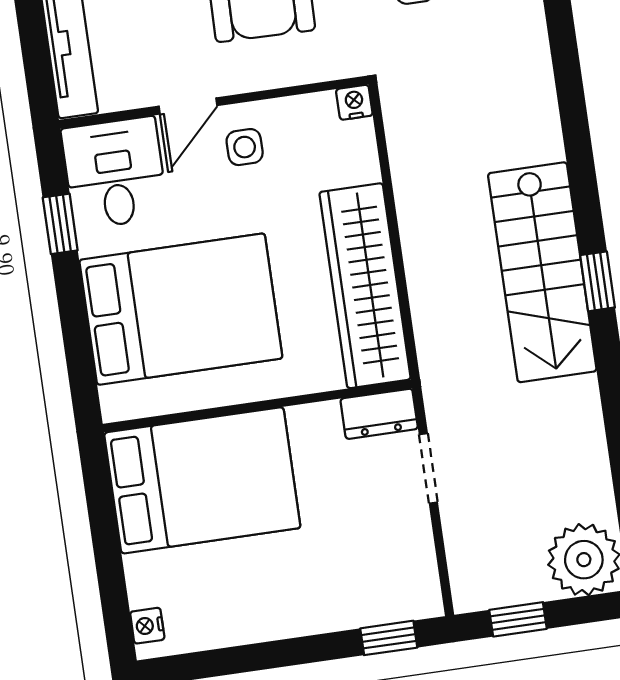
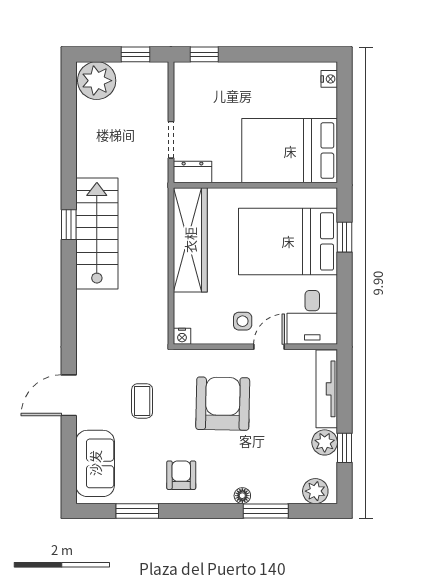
window: (60, 224) -> (344, 237), moved

